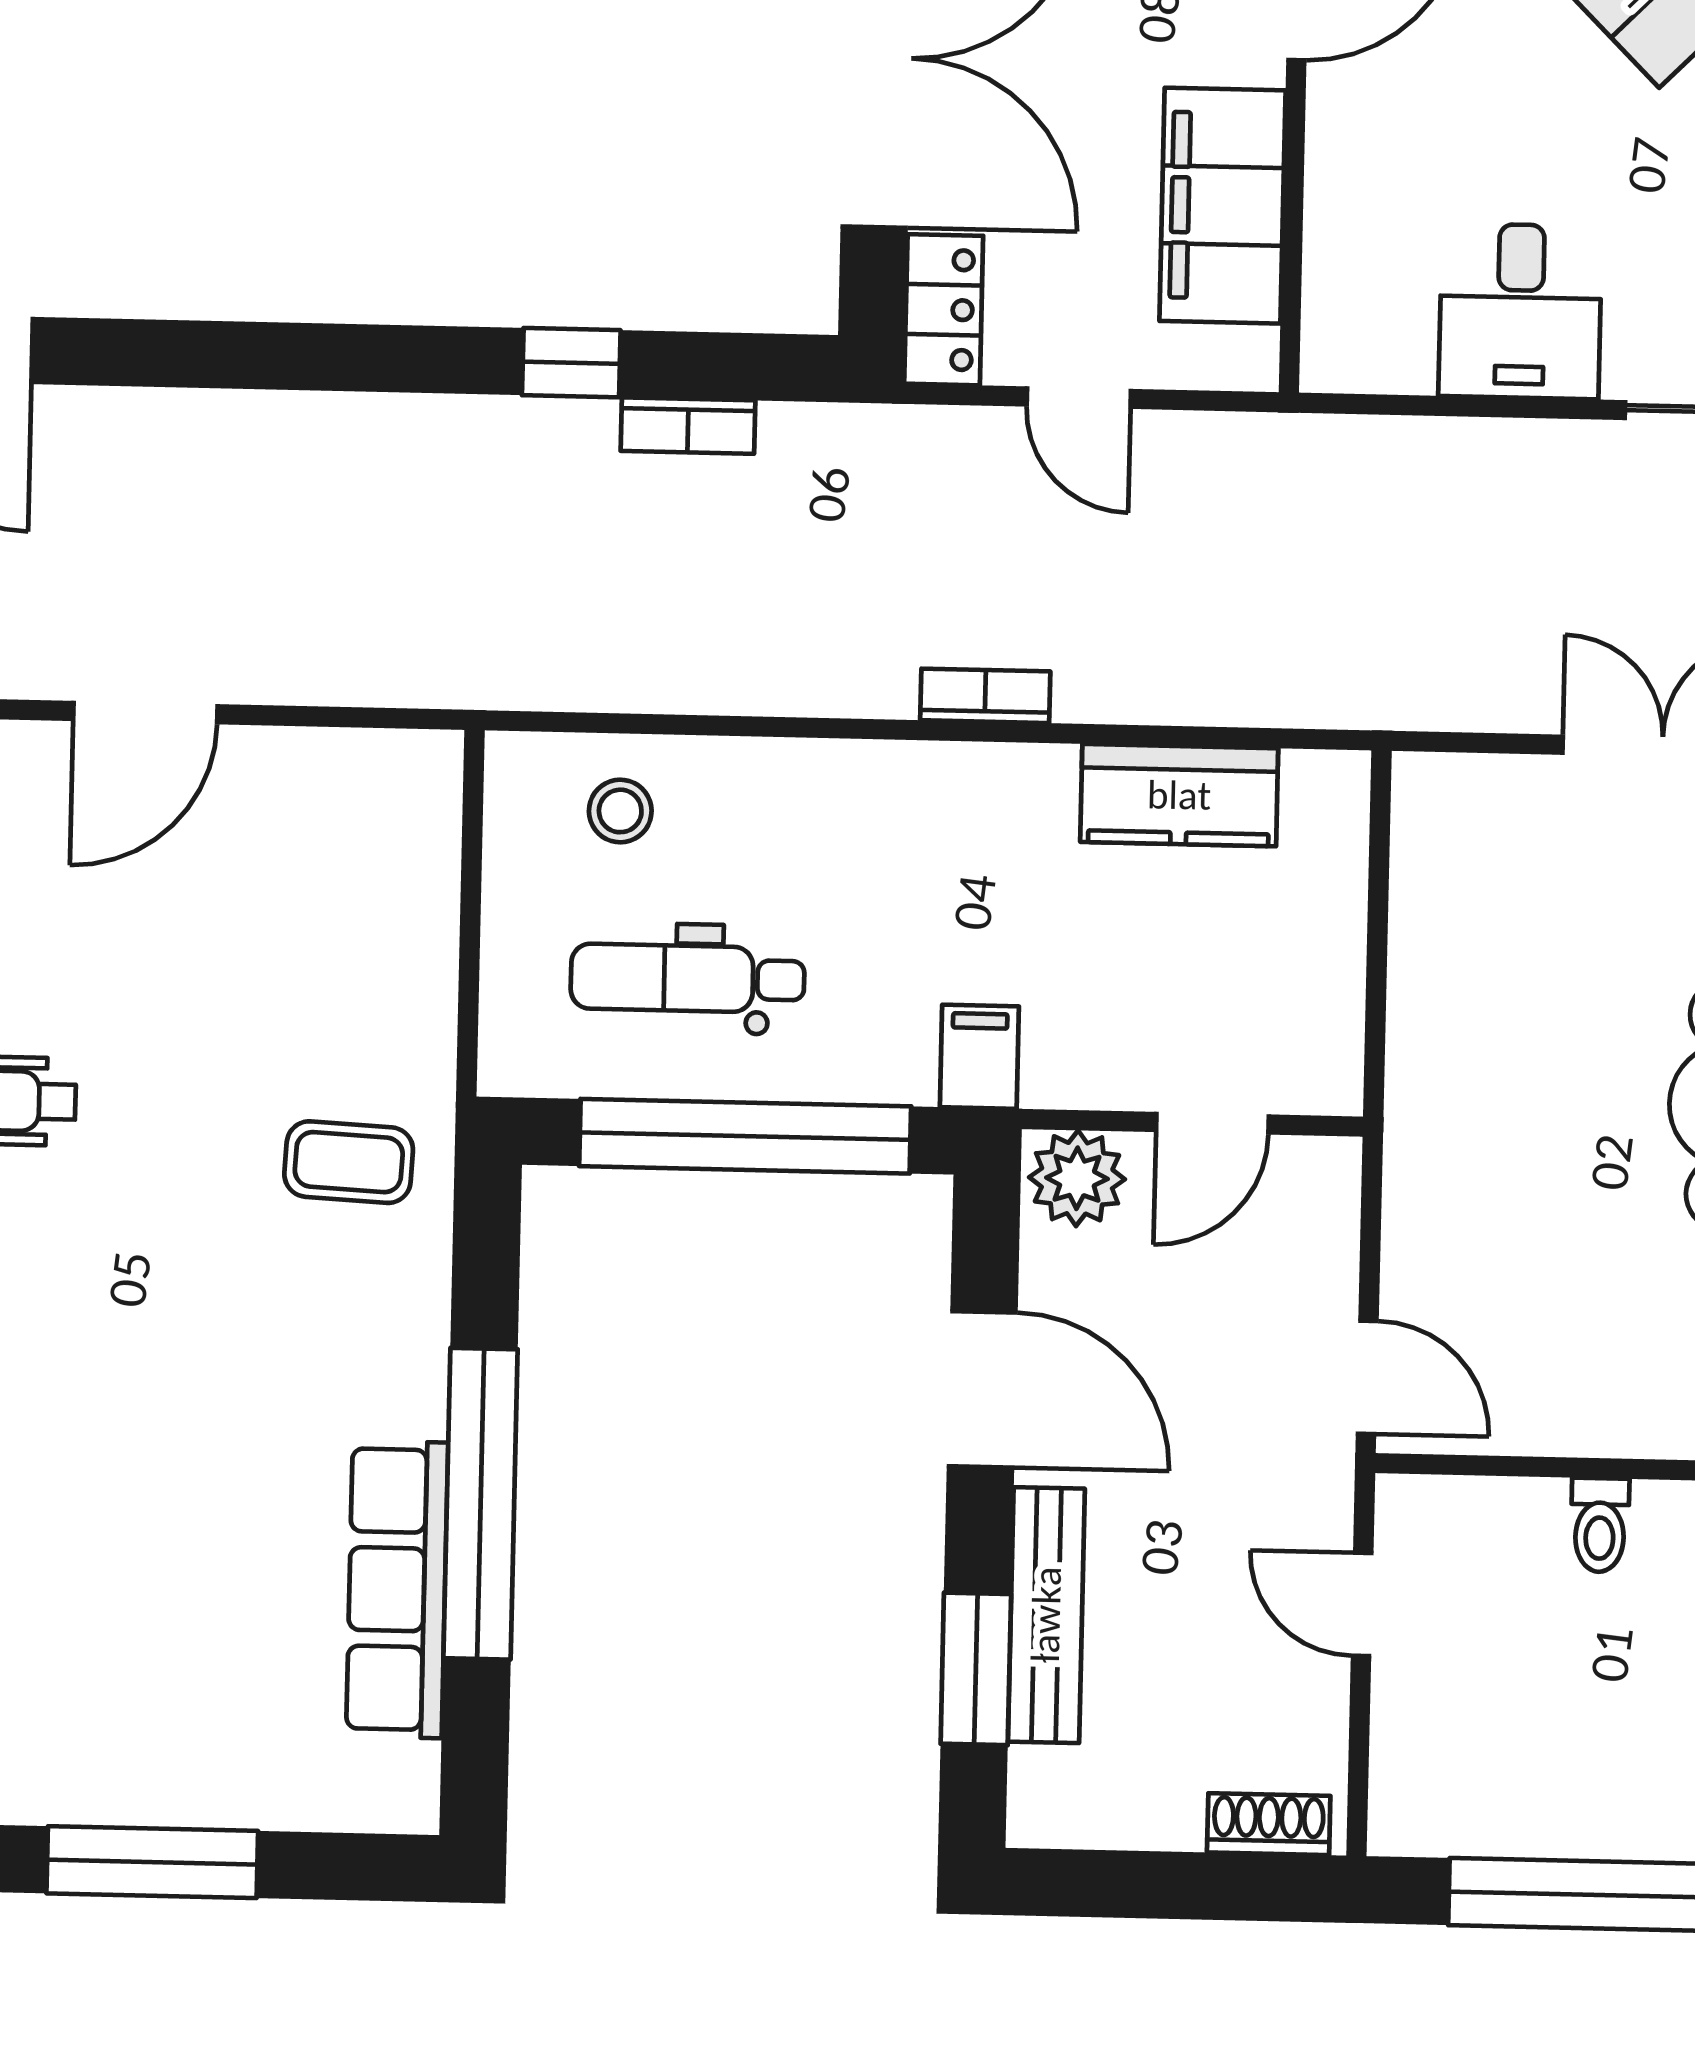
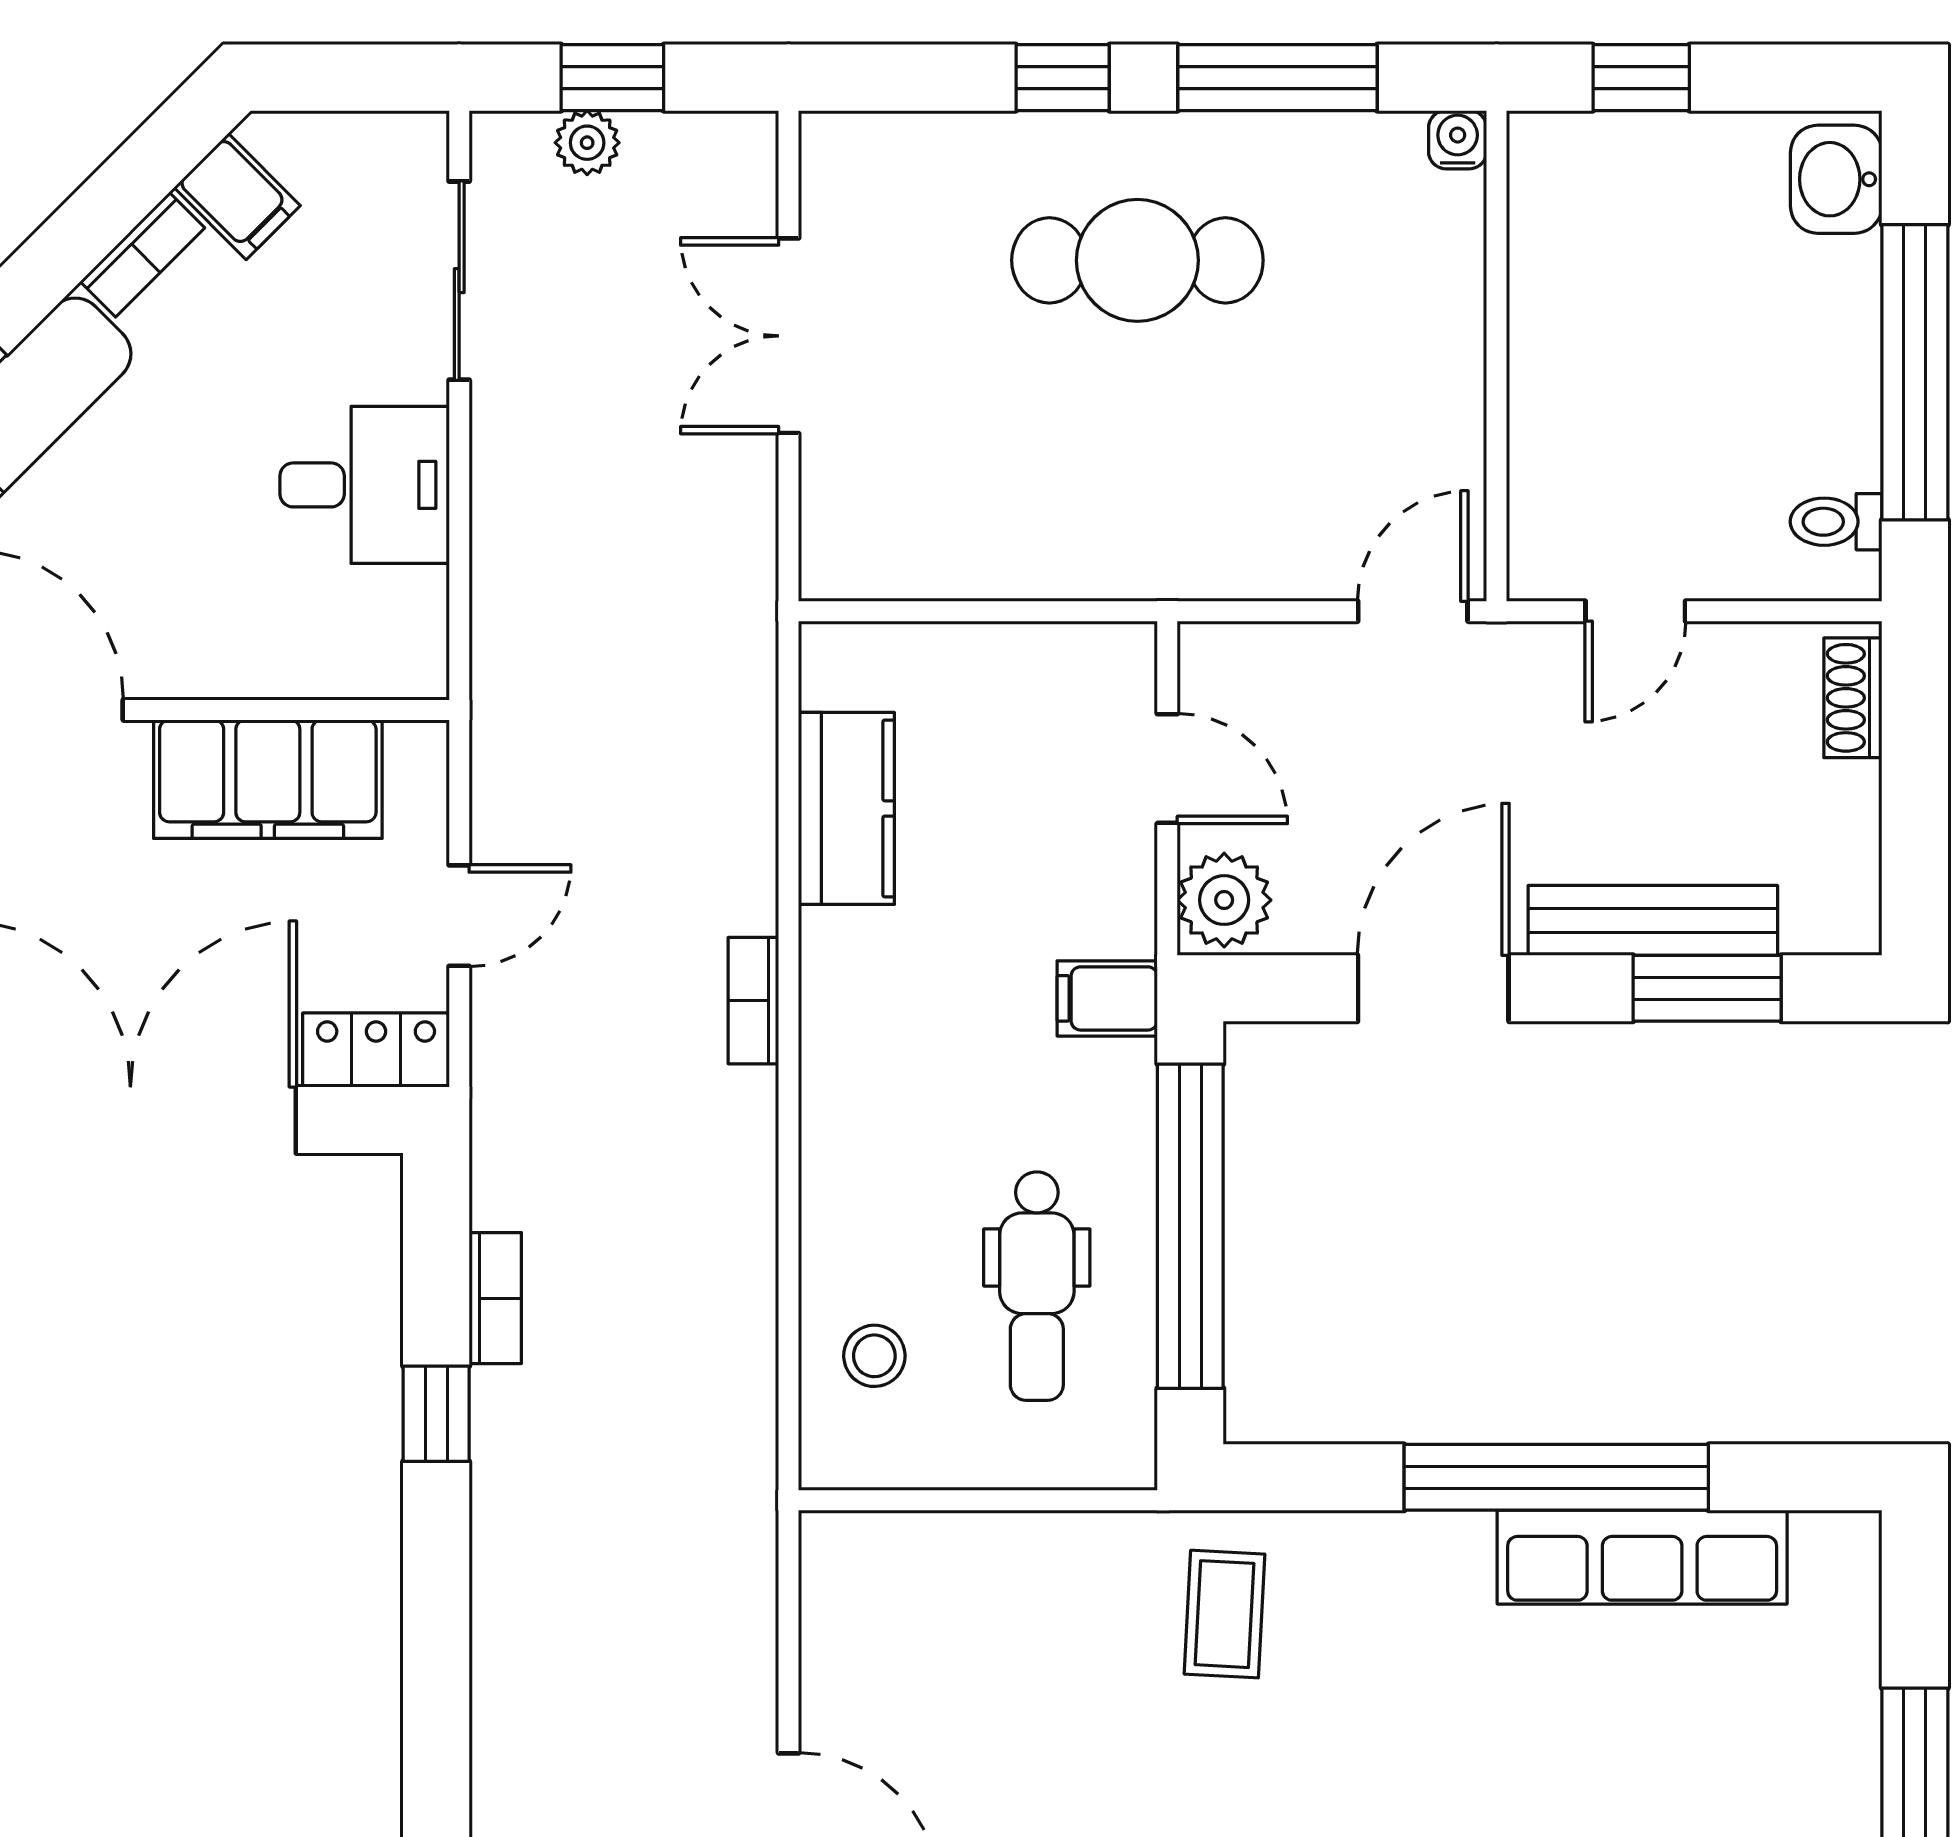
toilet: (1600, 1525) -> (1836, 522), moved, turned 180

